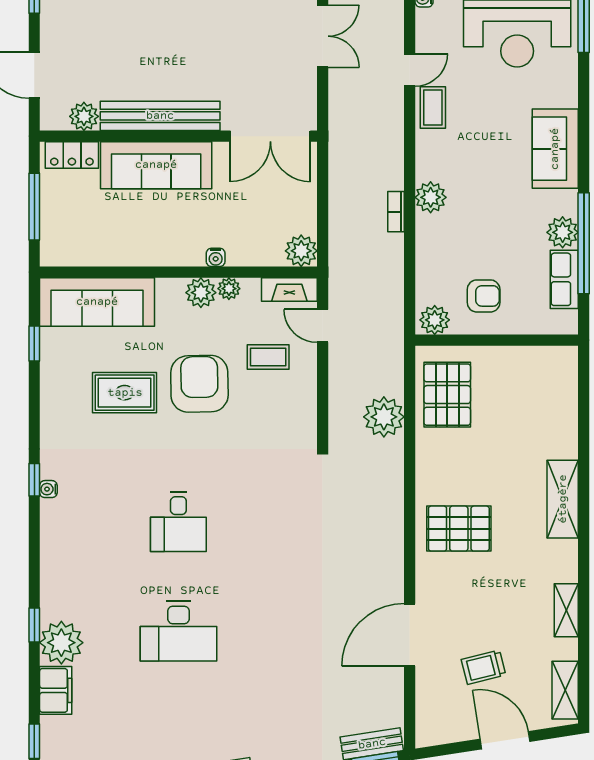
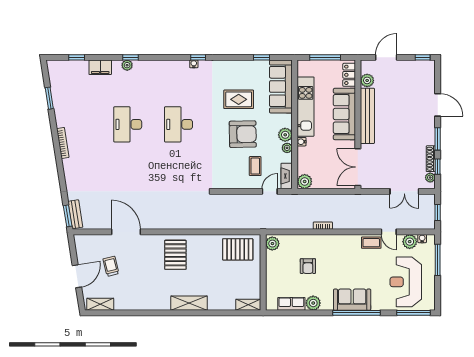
plant: (431, 197) -> (410, 242), moved
window: (584, 243) -> (357, 313), moved
kitchen unit: (140, 249) -> (306, 107), added
armchair: (484, 296) -> (308, 266), moved
rug: (125, 393) -> (239, 99), turned 90
plant: (384, 417) -> (227, 220), removed
desk: (178, 522) -> (179, 124), width x1.37
shelving: (566, 610) -> (248, 305), moved
plant: (61, 643) -> (127, 65), width x0.53, depth x0.53

